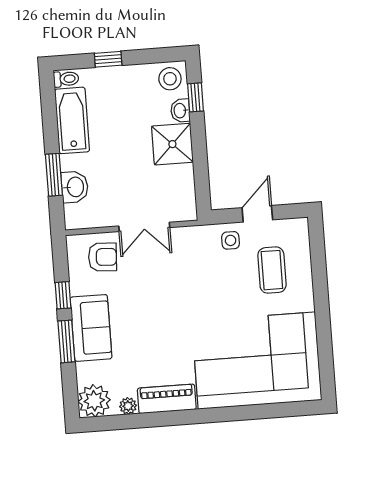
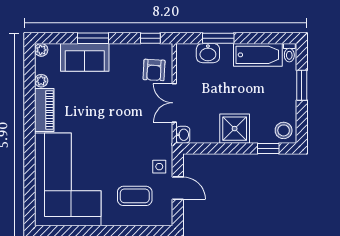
window: (108, 59) -> (302, 85), width x1.50
washbasin: (180, 111) -> (183, 135), moved, turned 90
window: (63, 295) -> (150, 38), moved
sofa: (91, 328) -> (85, 57), moved
plant: (94, 401) -> (41, 50), width x0.53, depth x0.53

